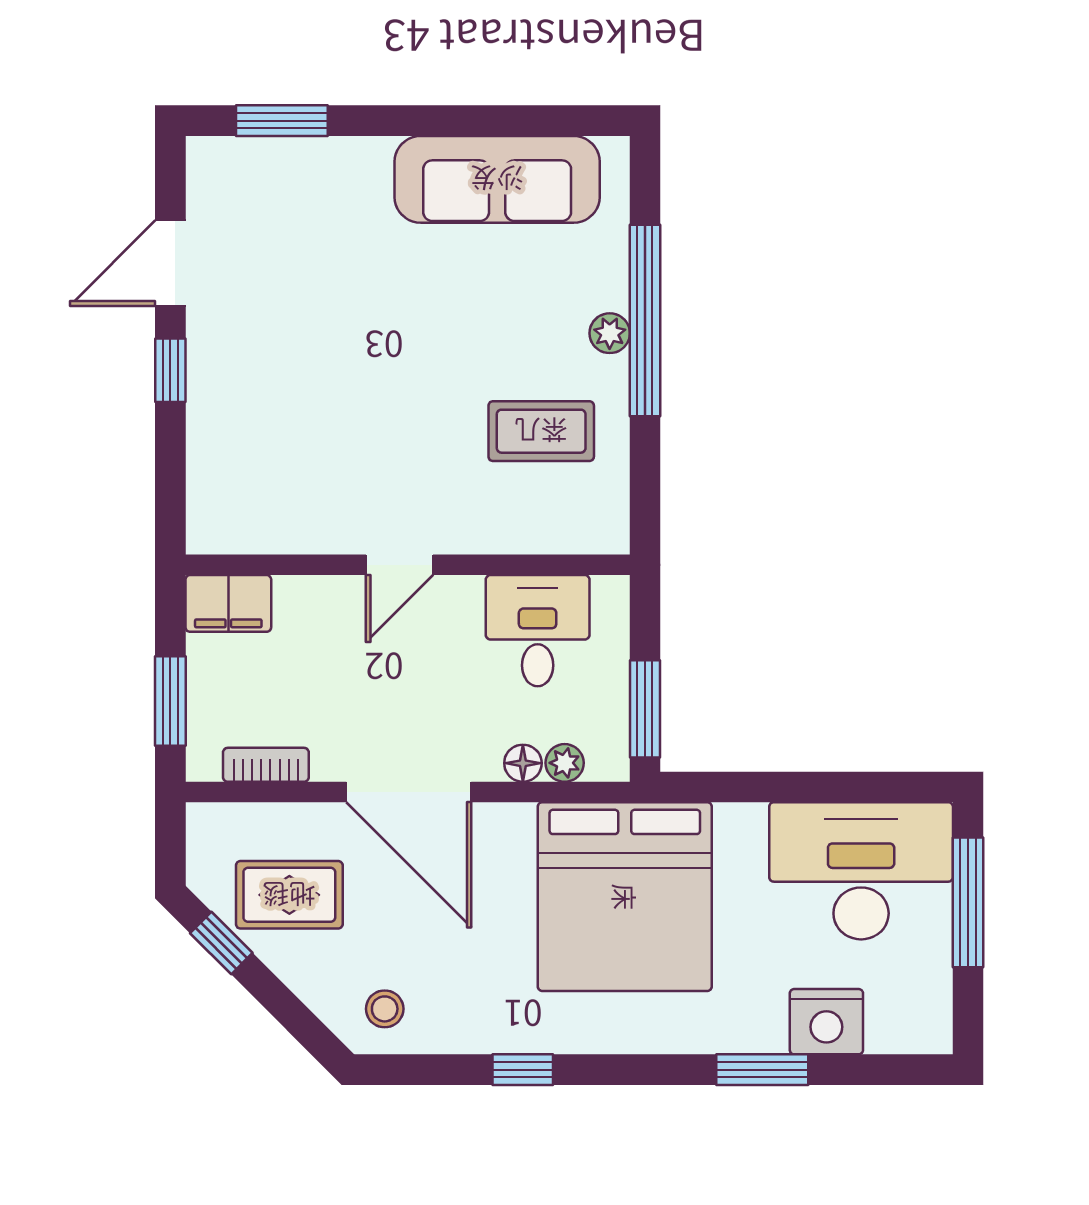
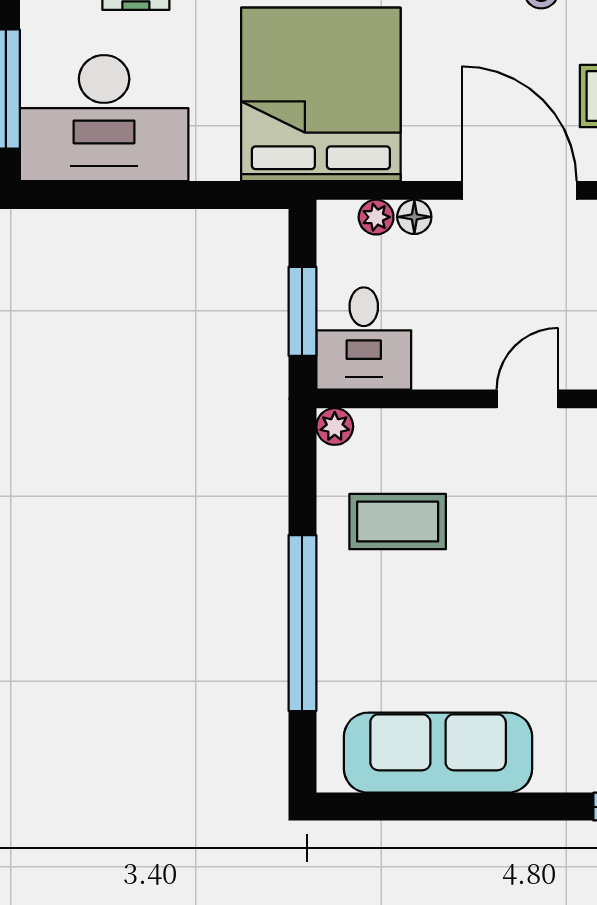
plant: (610, 333) -> (335, 427), moved
desk: (538, 631) -> (364, 338), moved
window: (645, 709) -> (302, 311), moved

